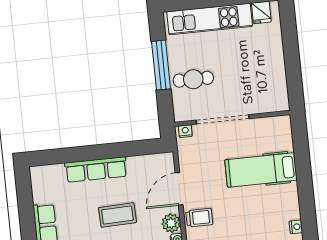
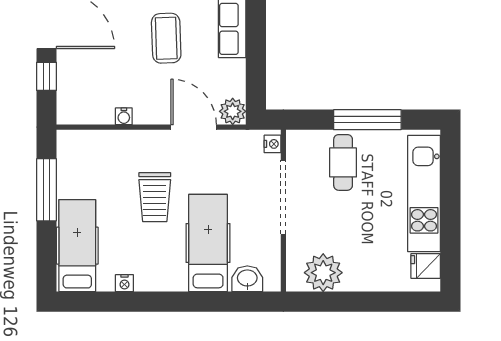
plant: (274, 85) -> (323, 273), added
washbasin: (284, 139) -> (247, 279), added
trolley: (199, 218) -> (155, 197), moved, width x1.36, depth x1.39
plant: (171, 223) -> (233, 111), moved

